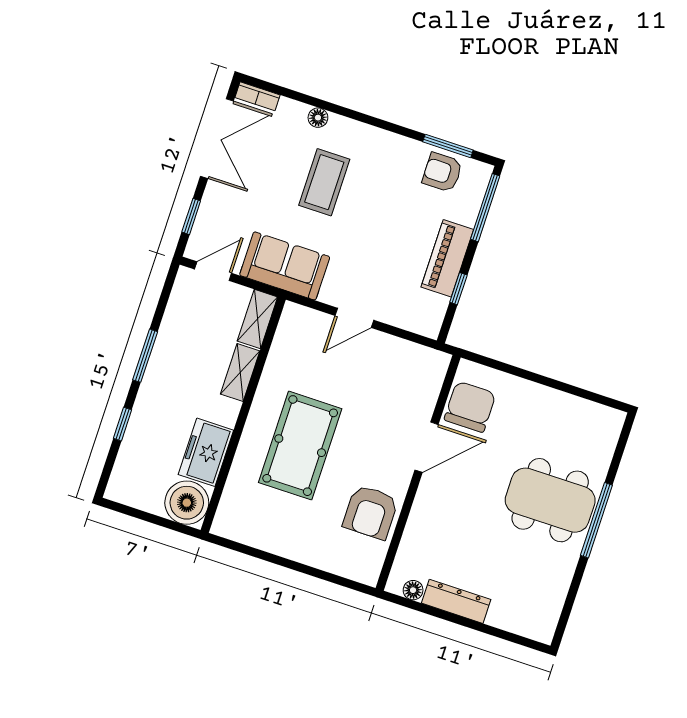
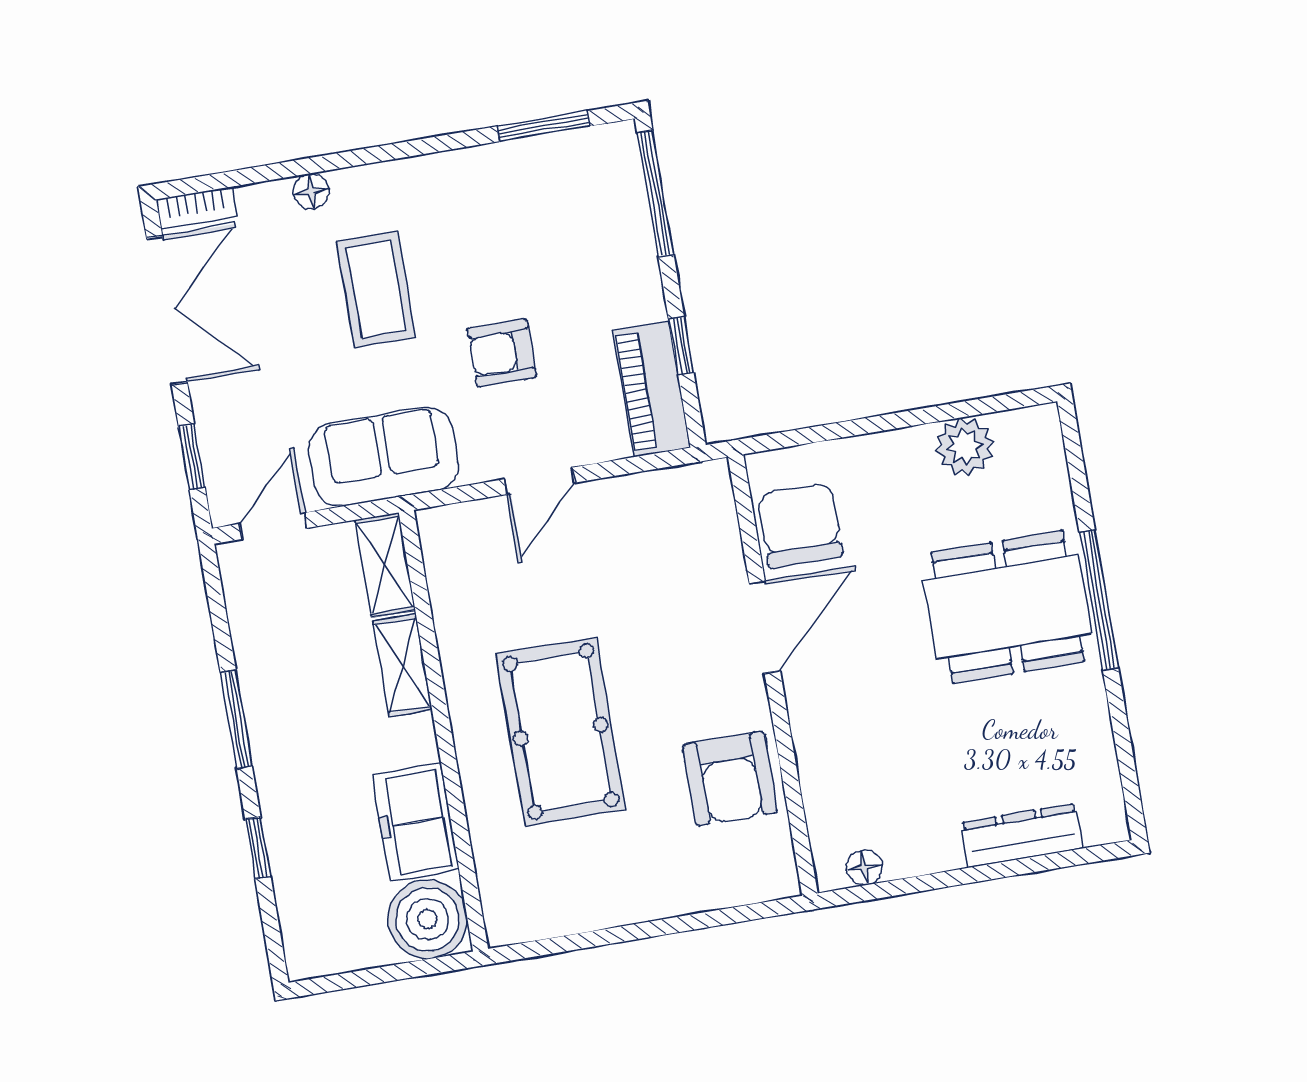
armchair: (442, 172) -> (502, 353), moved
piano: (447, 258) -> (651, 389), moved
plant: (571, 411) -> (965, 447), added
dresser: (456, 601) -> (1022, 835), moved

